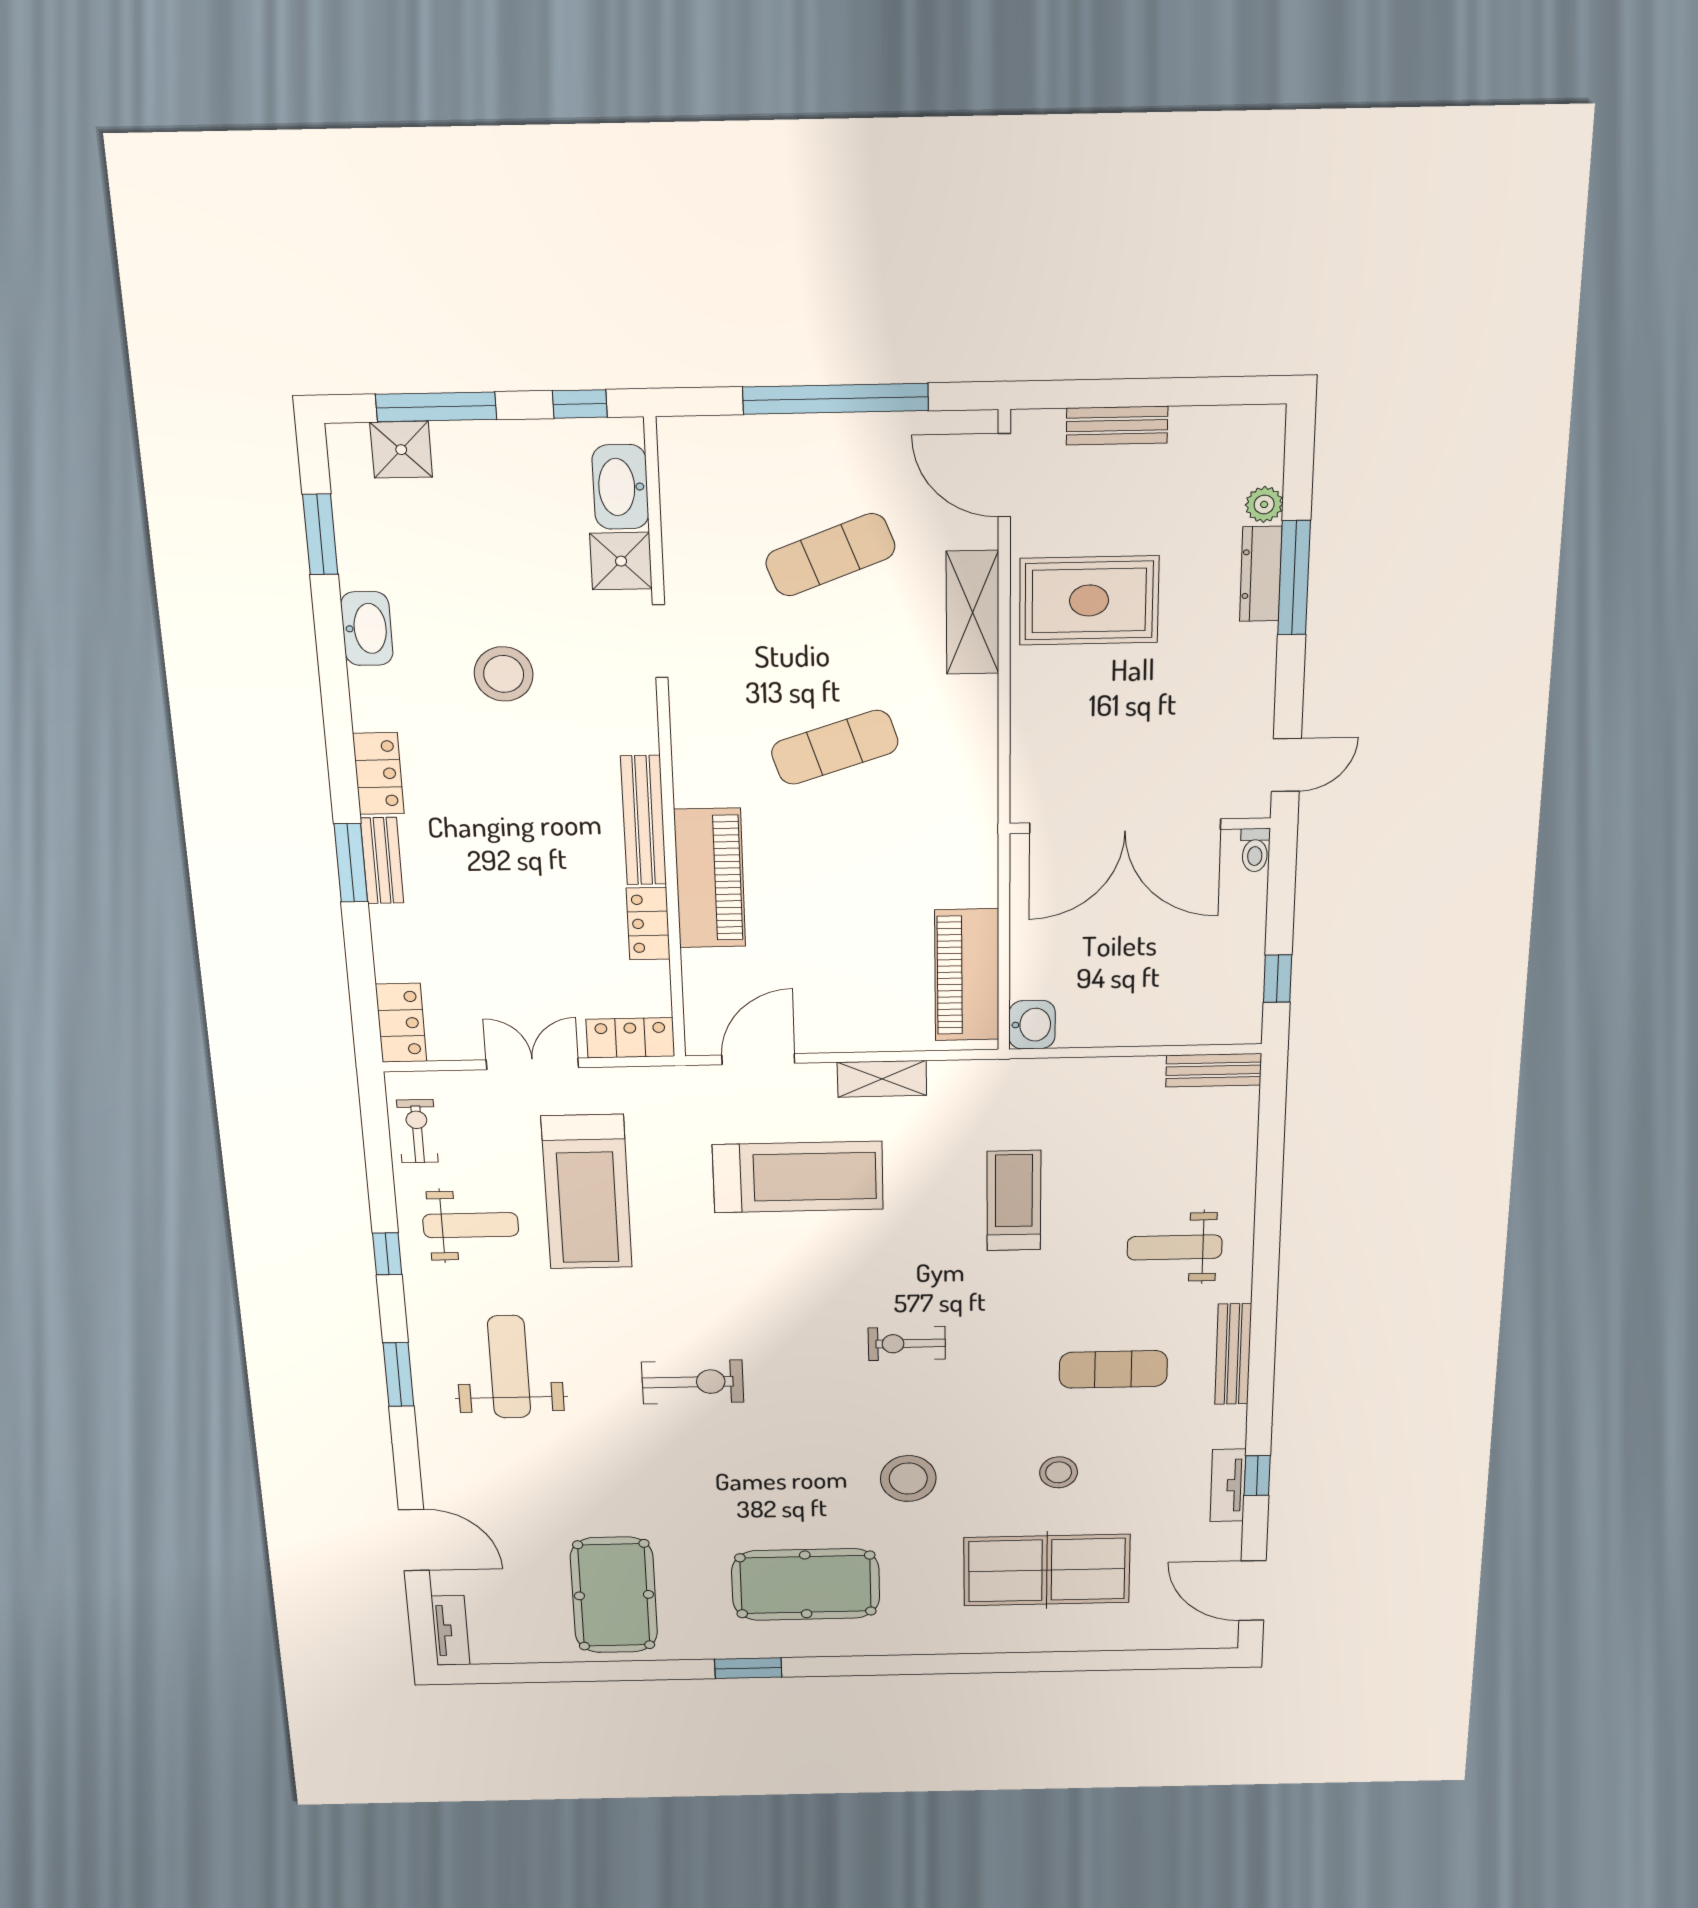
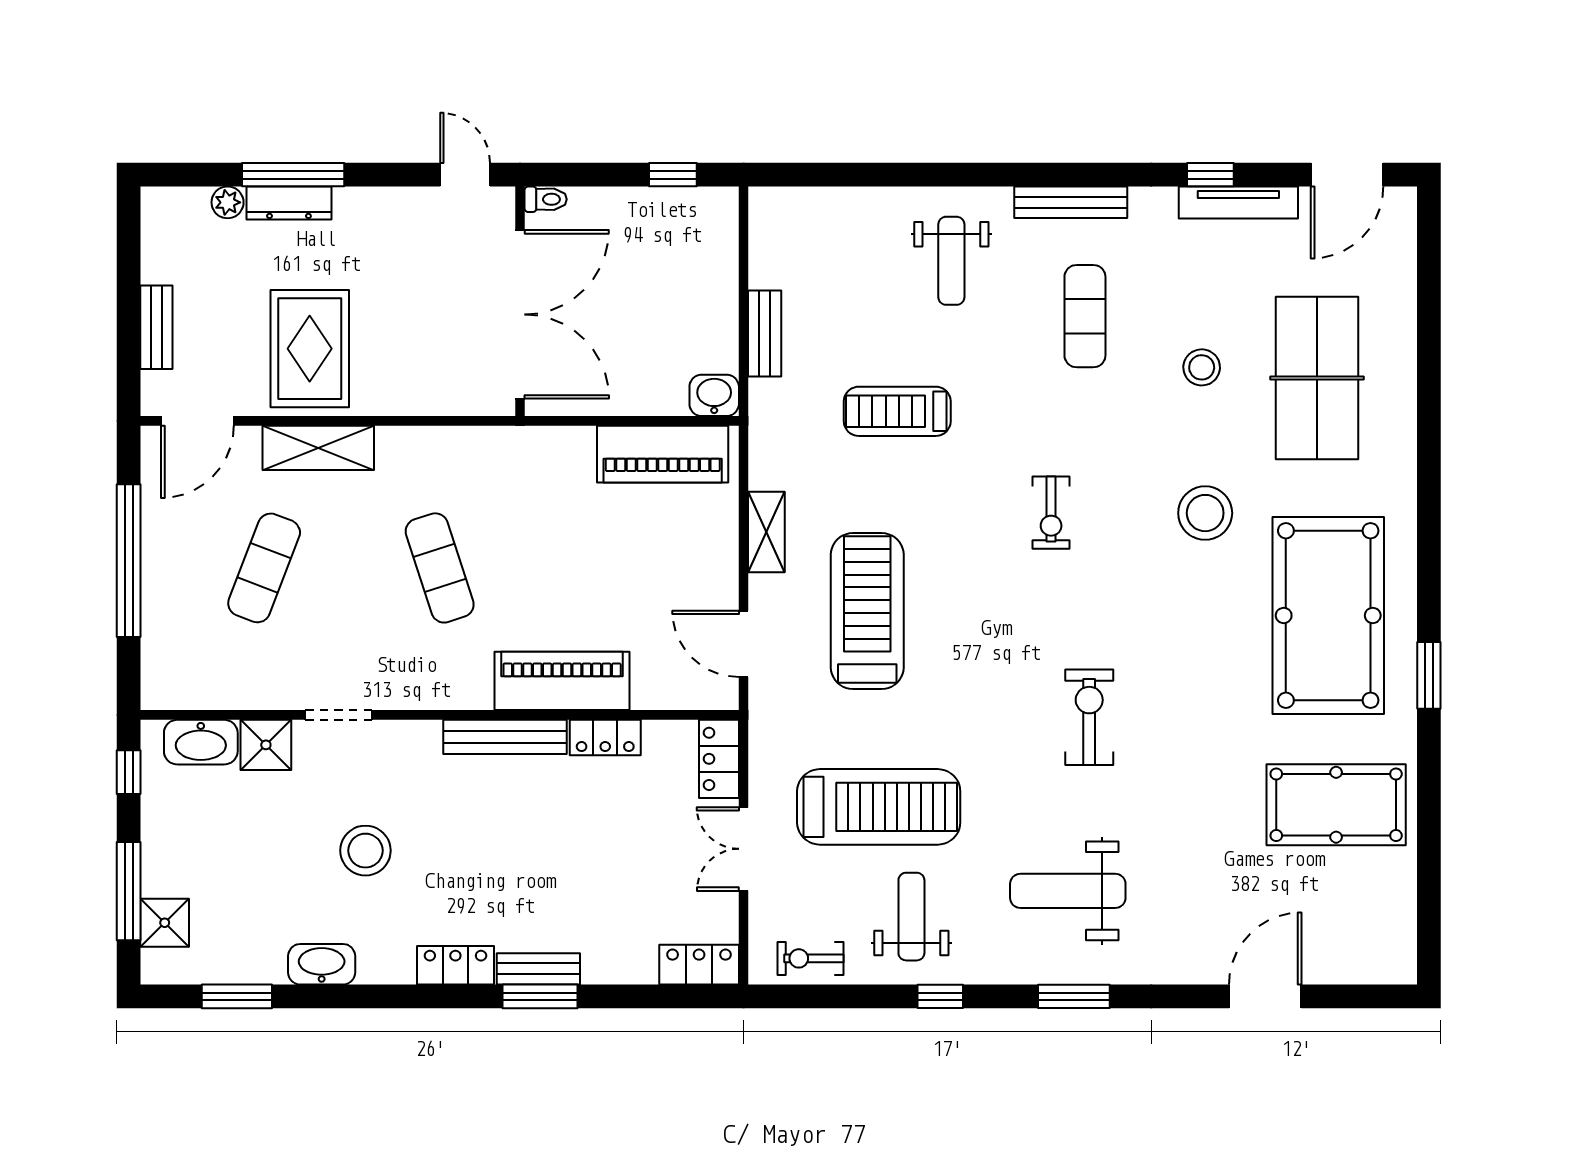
exercise mat: (830, 555) -> (264, 568), turned 42
bench: (1214, 1070) -> (765, 333), moved
tv unit: (1228, 1485) -> (1238, 203), width x1.41
pool table: (806, 1584) -> (1328, 615), width x1.36, depth x1.32
tv unit: (451, 1630) -> (1375, 969), removed

